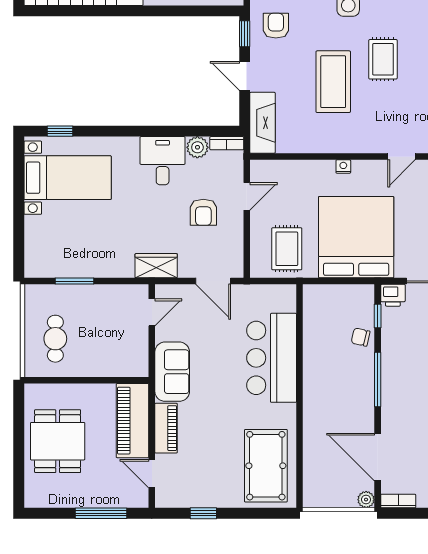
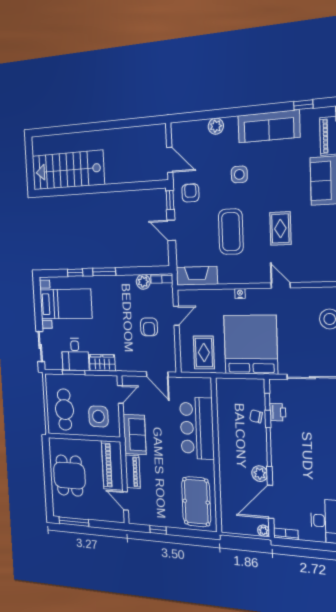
rug: (383, 59) -> (280, 228), moved
fireplace: (262, 123) -> (197, 276), moved, turned -90
window: (60, 131) -> (75, 273), moved
window: (135, 131) -> (104, 272), added
door: (401, 157) -> (281, 285), swing flipped
desk: (163, 161) -> (75, 354), moved, turned 180
sliding door: (19, 242) -> (40, 346), added
wardrobe: (156, 266) -> (102, 363), moved
printer: (393, 295) -> (278, 412), moved, turned -90
cafe table: (55, 339) -> (64, 410), width x1.37, depth x1.35
side table: (113, 347) -> (98, 416), added
plant: (363, 418) -> (260, 474), added
door: (378, 457) -> (271, 502), hinge flipped
window: (101, 513) -> (74, 521), moved

